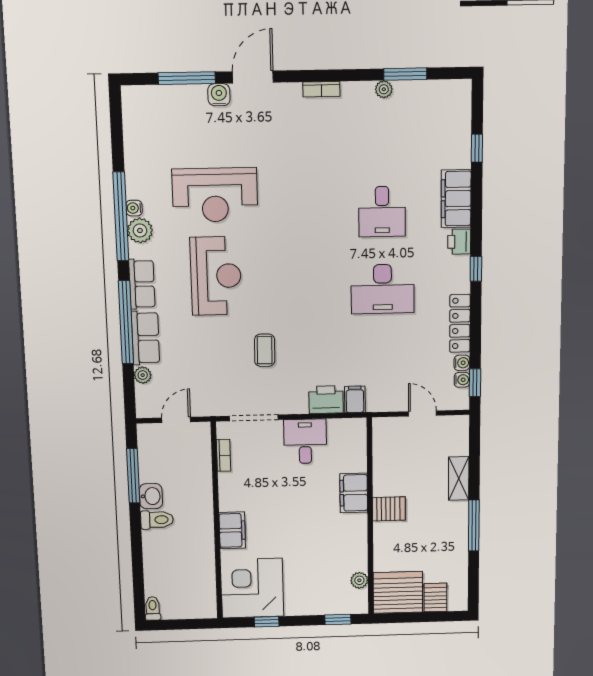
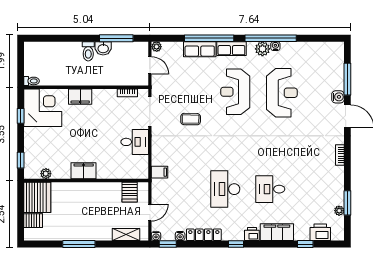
plant: (384, 89) -> (339, 211), moved
reception desk: (215, 195) -> (282, 93), turned 180
reception desk: (216, 276) -> (235, 92), turned 90
plant: (143, 375) -> (157, 47), moved
water cooler: (462, 380) -> (156, 236), moved
printer: (326, 400) -> (320, 232), moved, turned -90
shelving: (459, 478) -> (126, 235), moved
filing cabinet: (354, 493) -> (84, 171), moved
server rack: (389, 509) -> (130, 192), moved
toilet: (153, 608) -> (32, 81), moved

